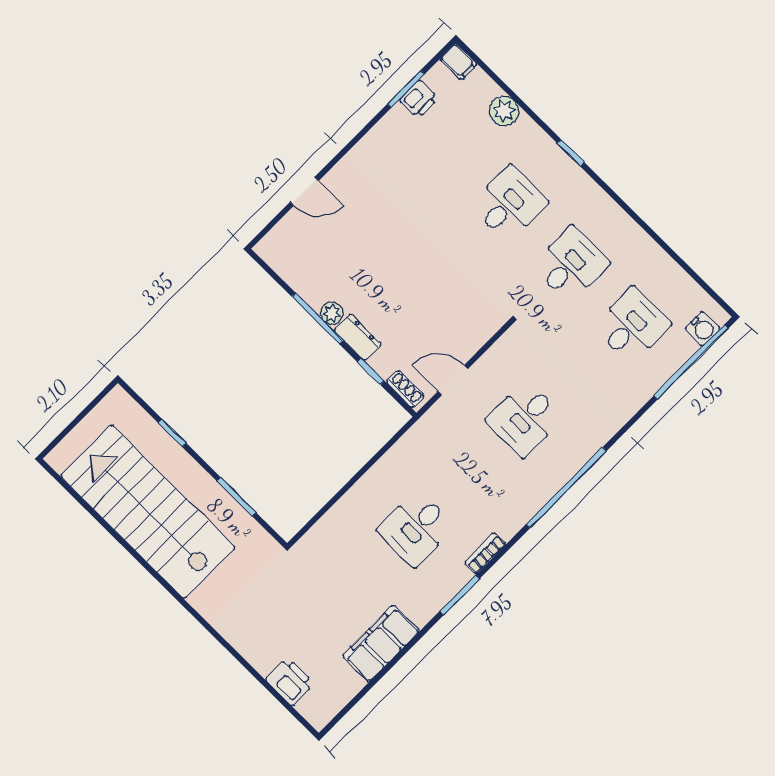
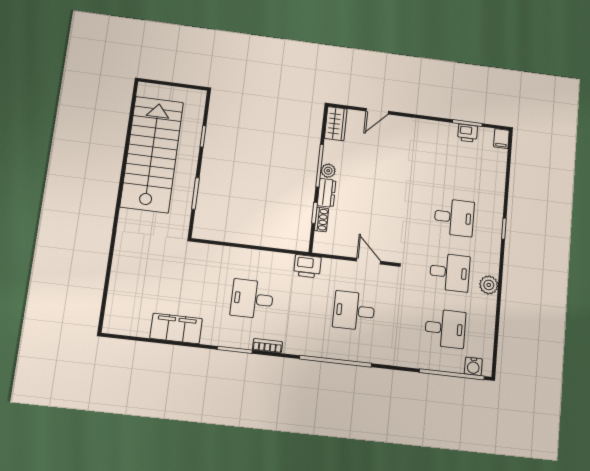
plant: (504, 111) -> (489, 285), moved
door: (304, 191) -> (377, 111), hinge flipped
wardrobe: (280, 256) -> (336, 124), added
door: (453, 380) -> (369, 261), moved
shoe rack: (405, 389) -> (322, 220), moved
printer: (290, 681) -> (307, 266), moved, turned 90

